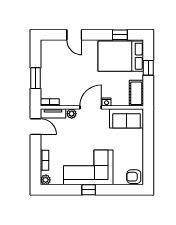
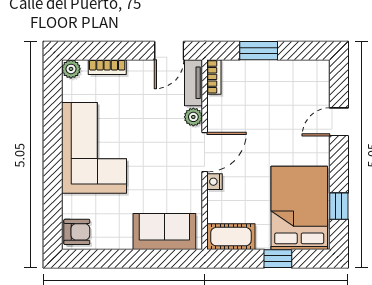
door: (91, 107) -> (205, 152), hinge flipped
sofa: (126, 118) -> (164, 232), moved, turned 90
armchair: (134, 177) -> (77, 232), turned 90
window: (89, 190) -> (53, 149), removed

